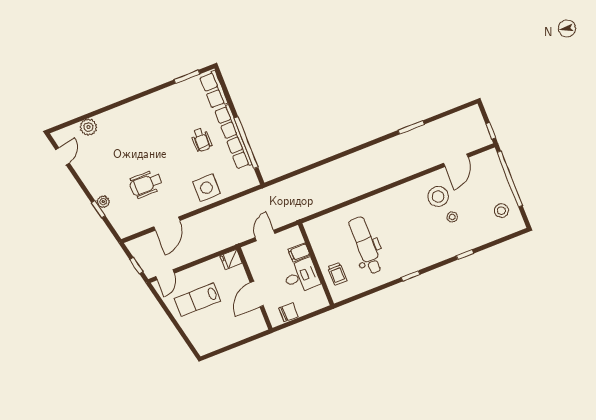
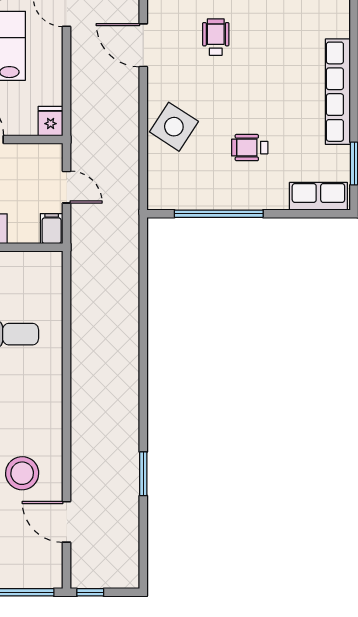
row of seats: (233, 137) -> (338, 92), moved, turned -90
wheelchair: (146, 184) -> (216, 37), width x0.73, depth x0.73
side table: (206, 188) -> (174, 127), turned 33
filing cabinet: (299, 252) -> (52, 229), moved

